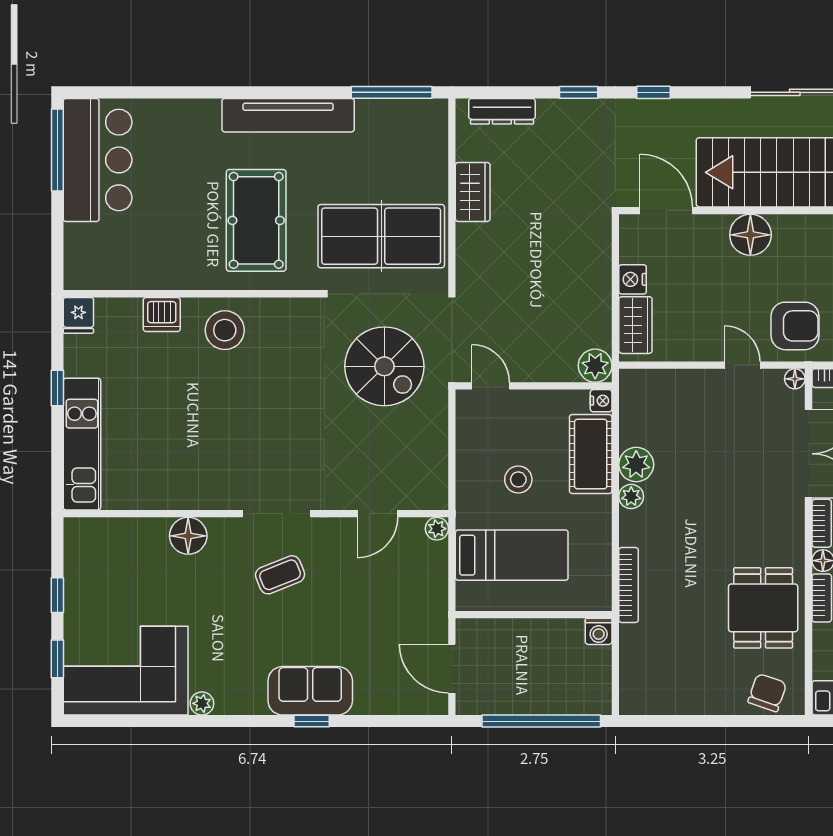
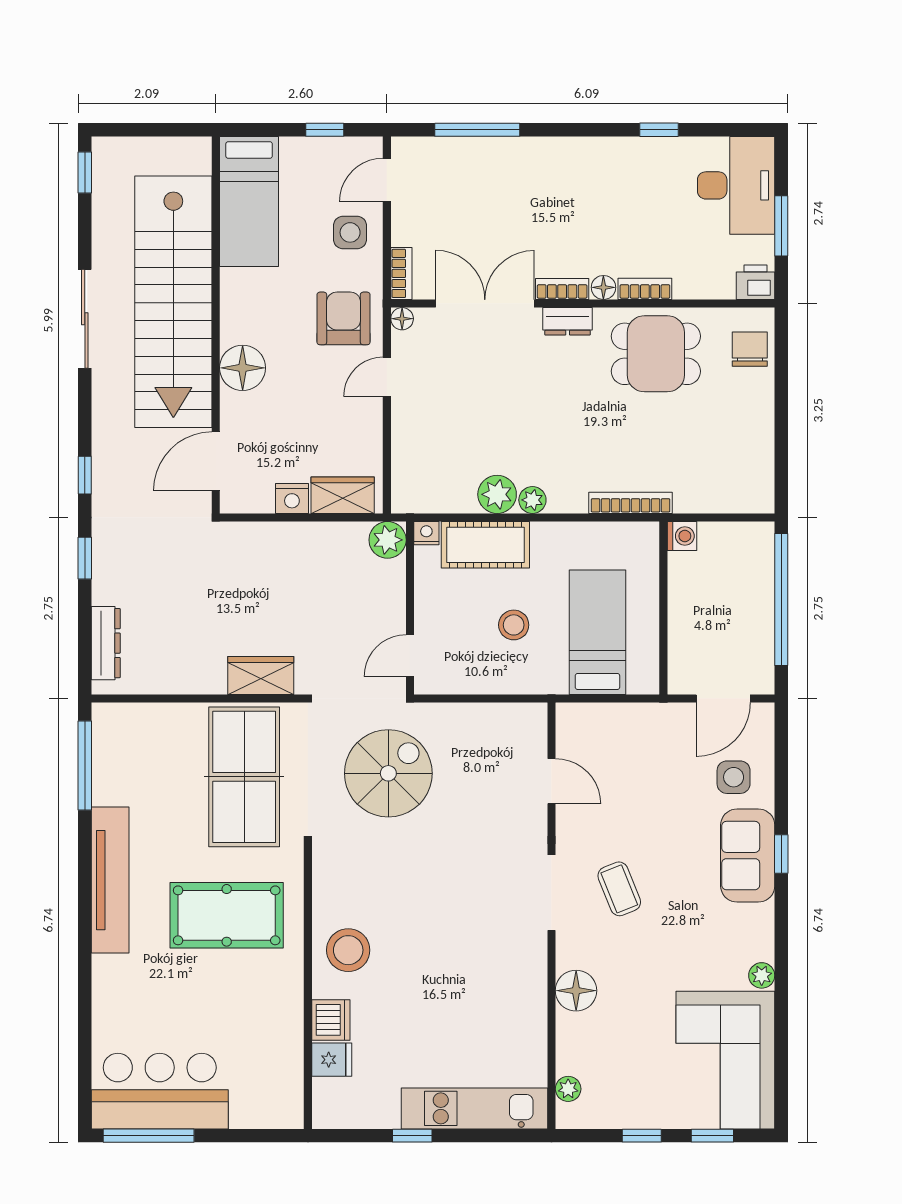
wardrobe: (473, 192) -> (261, 675), moved
fridge: (78, 315) -> (332, 1060), moved
dresser: (792, 528) -> (568, 321), added
plant: (437, 529) -> (568, 1089), moved
side table: (381, 678) -> (734, 777), added
chair: (767, 693) -> (750, 349), turned 71

